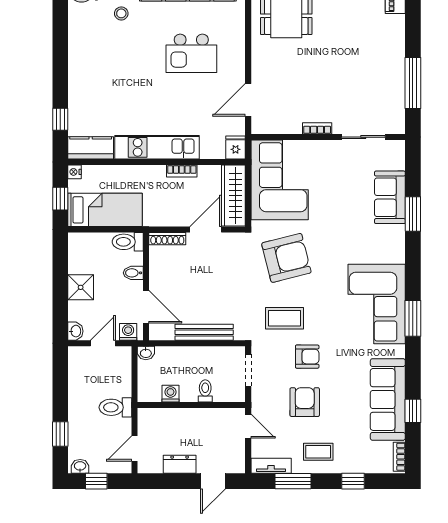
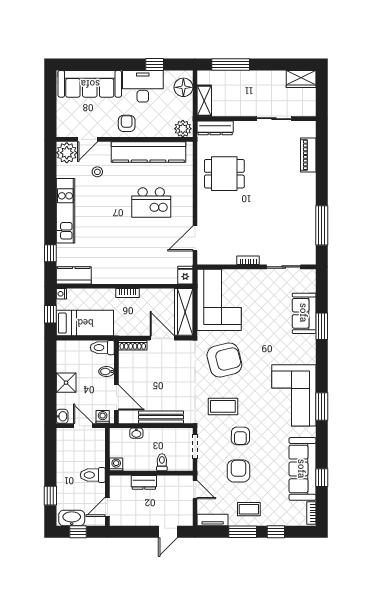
kitchen unit: (157, 147) -> (65, 211), moved, turned 90
bookcase: (182, 171) -> (127, 293), moved
door: (206, 230) -> (162, 338), hinge flipped
door: (103, 343) -> (83, 426), hinge flipped
washbasin: (146, 353) -> (136, 433), moved
armchair: (307, 357) -> (240, 436), turned 91
washing machine: (170, 394) -> (116, 464), moved
dresser: (180, 464) -> (144, 482), moved, turned 180
washbasin: (80, 466) -> (72, 518), width x1.91, depth x1.45
window: (293, 481) -> (243, 532), moved

